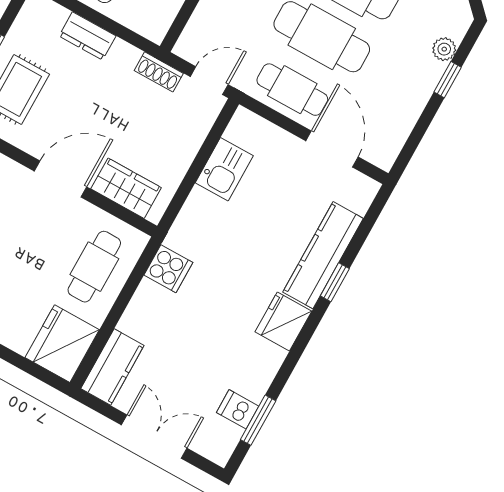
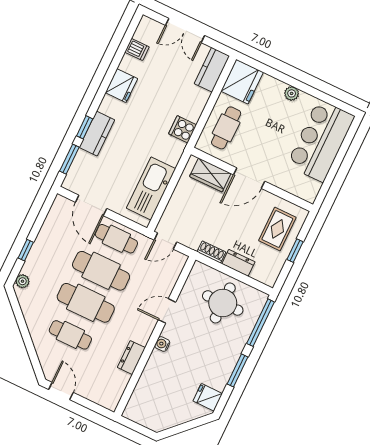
plant: (444, 49) -> (22, 281), moved
shoe rack: (159, 72) -> (211, 252), moved
kitchen sink: (224, 169) -> (151, 188), width x1.87, depth x1.24
kitchen counter: (323, 255) -> (97, 134), width x0.67
fridge: (283, 322) -> (121, 86), moved
window: (258, 420) -> (69, 159), moved

